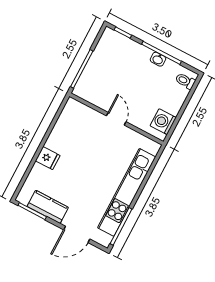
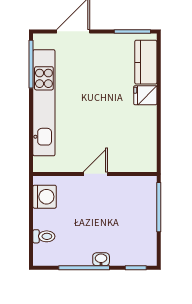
washbasin: (158, 59) -> (101, 259), moved
toilet: (185, 81) -> (44, 236), moved
door: (116, 119) -> (95, 174), swing flipped
kitchen counter: (48, 207) -> (146, 62), moved, turned 90

